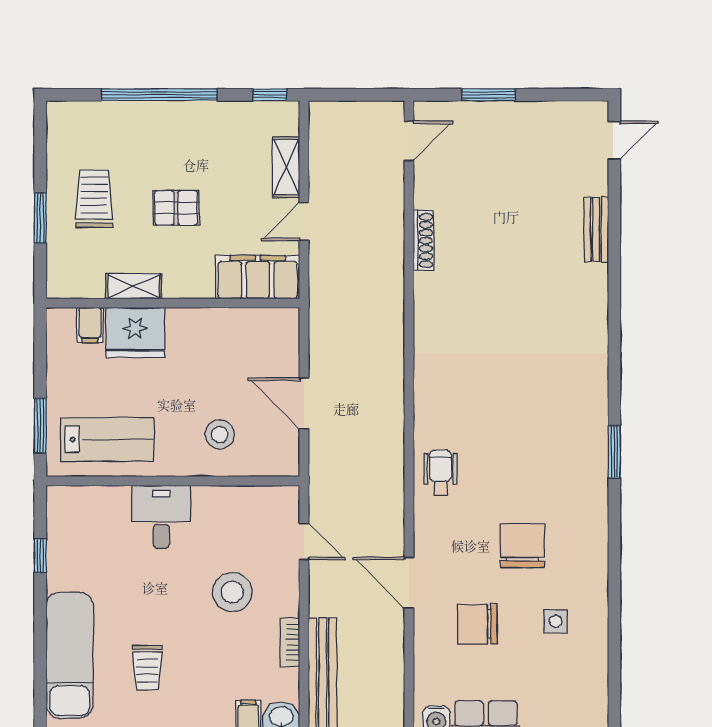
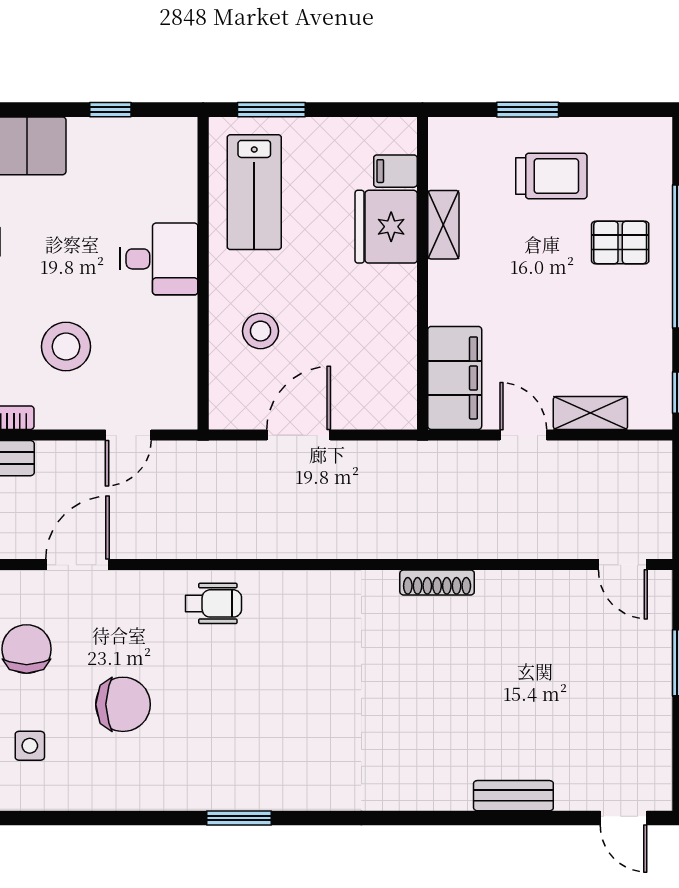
pallet: (176, 208) -> (620, 243), moved, turned 90
shoe rack: (423, 241) -> (437, 583), moved

